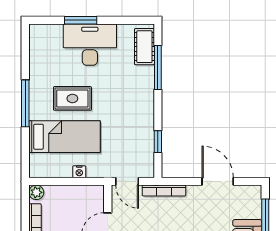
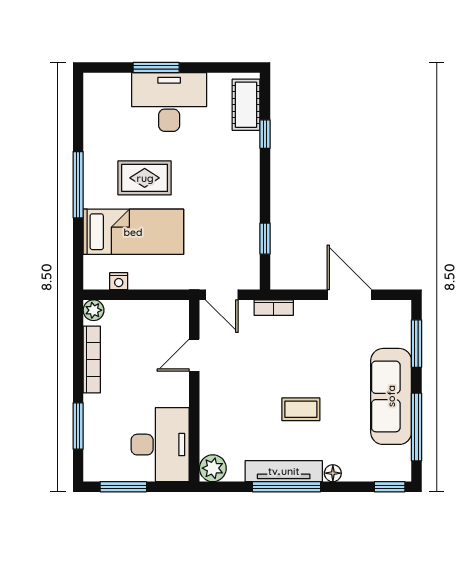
window: (158, 67) -> (265, 134), width x0.46
nightstand: (79, 172) -> (119, 281), moved
bookcase: (164, 191) -> (274, 308), width x0.64

